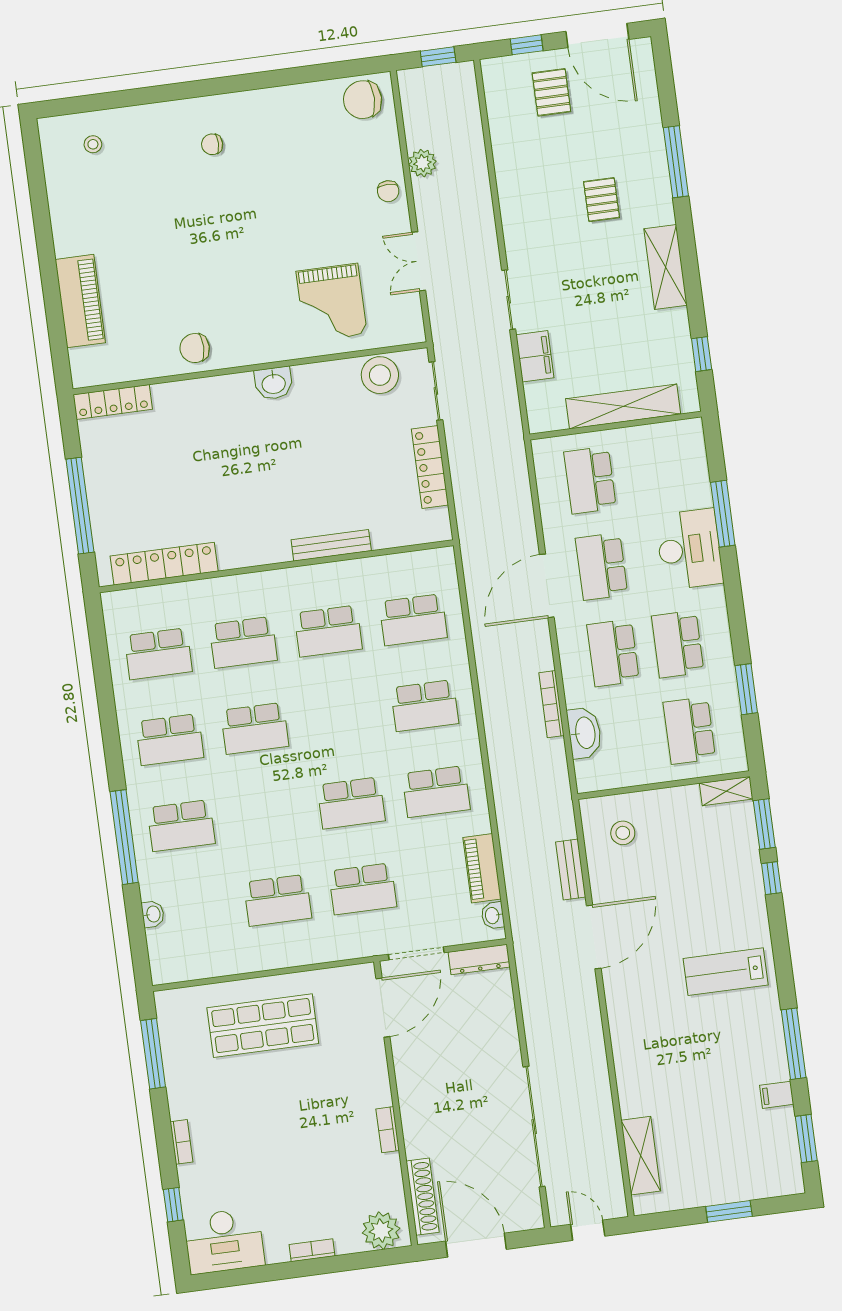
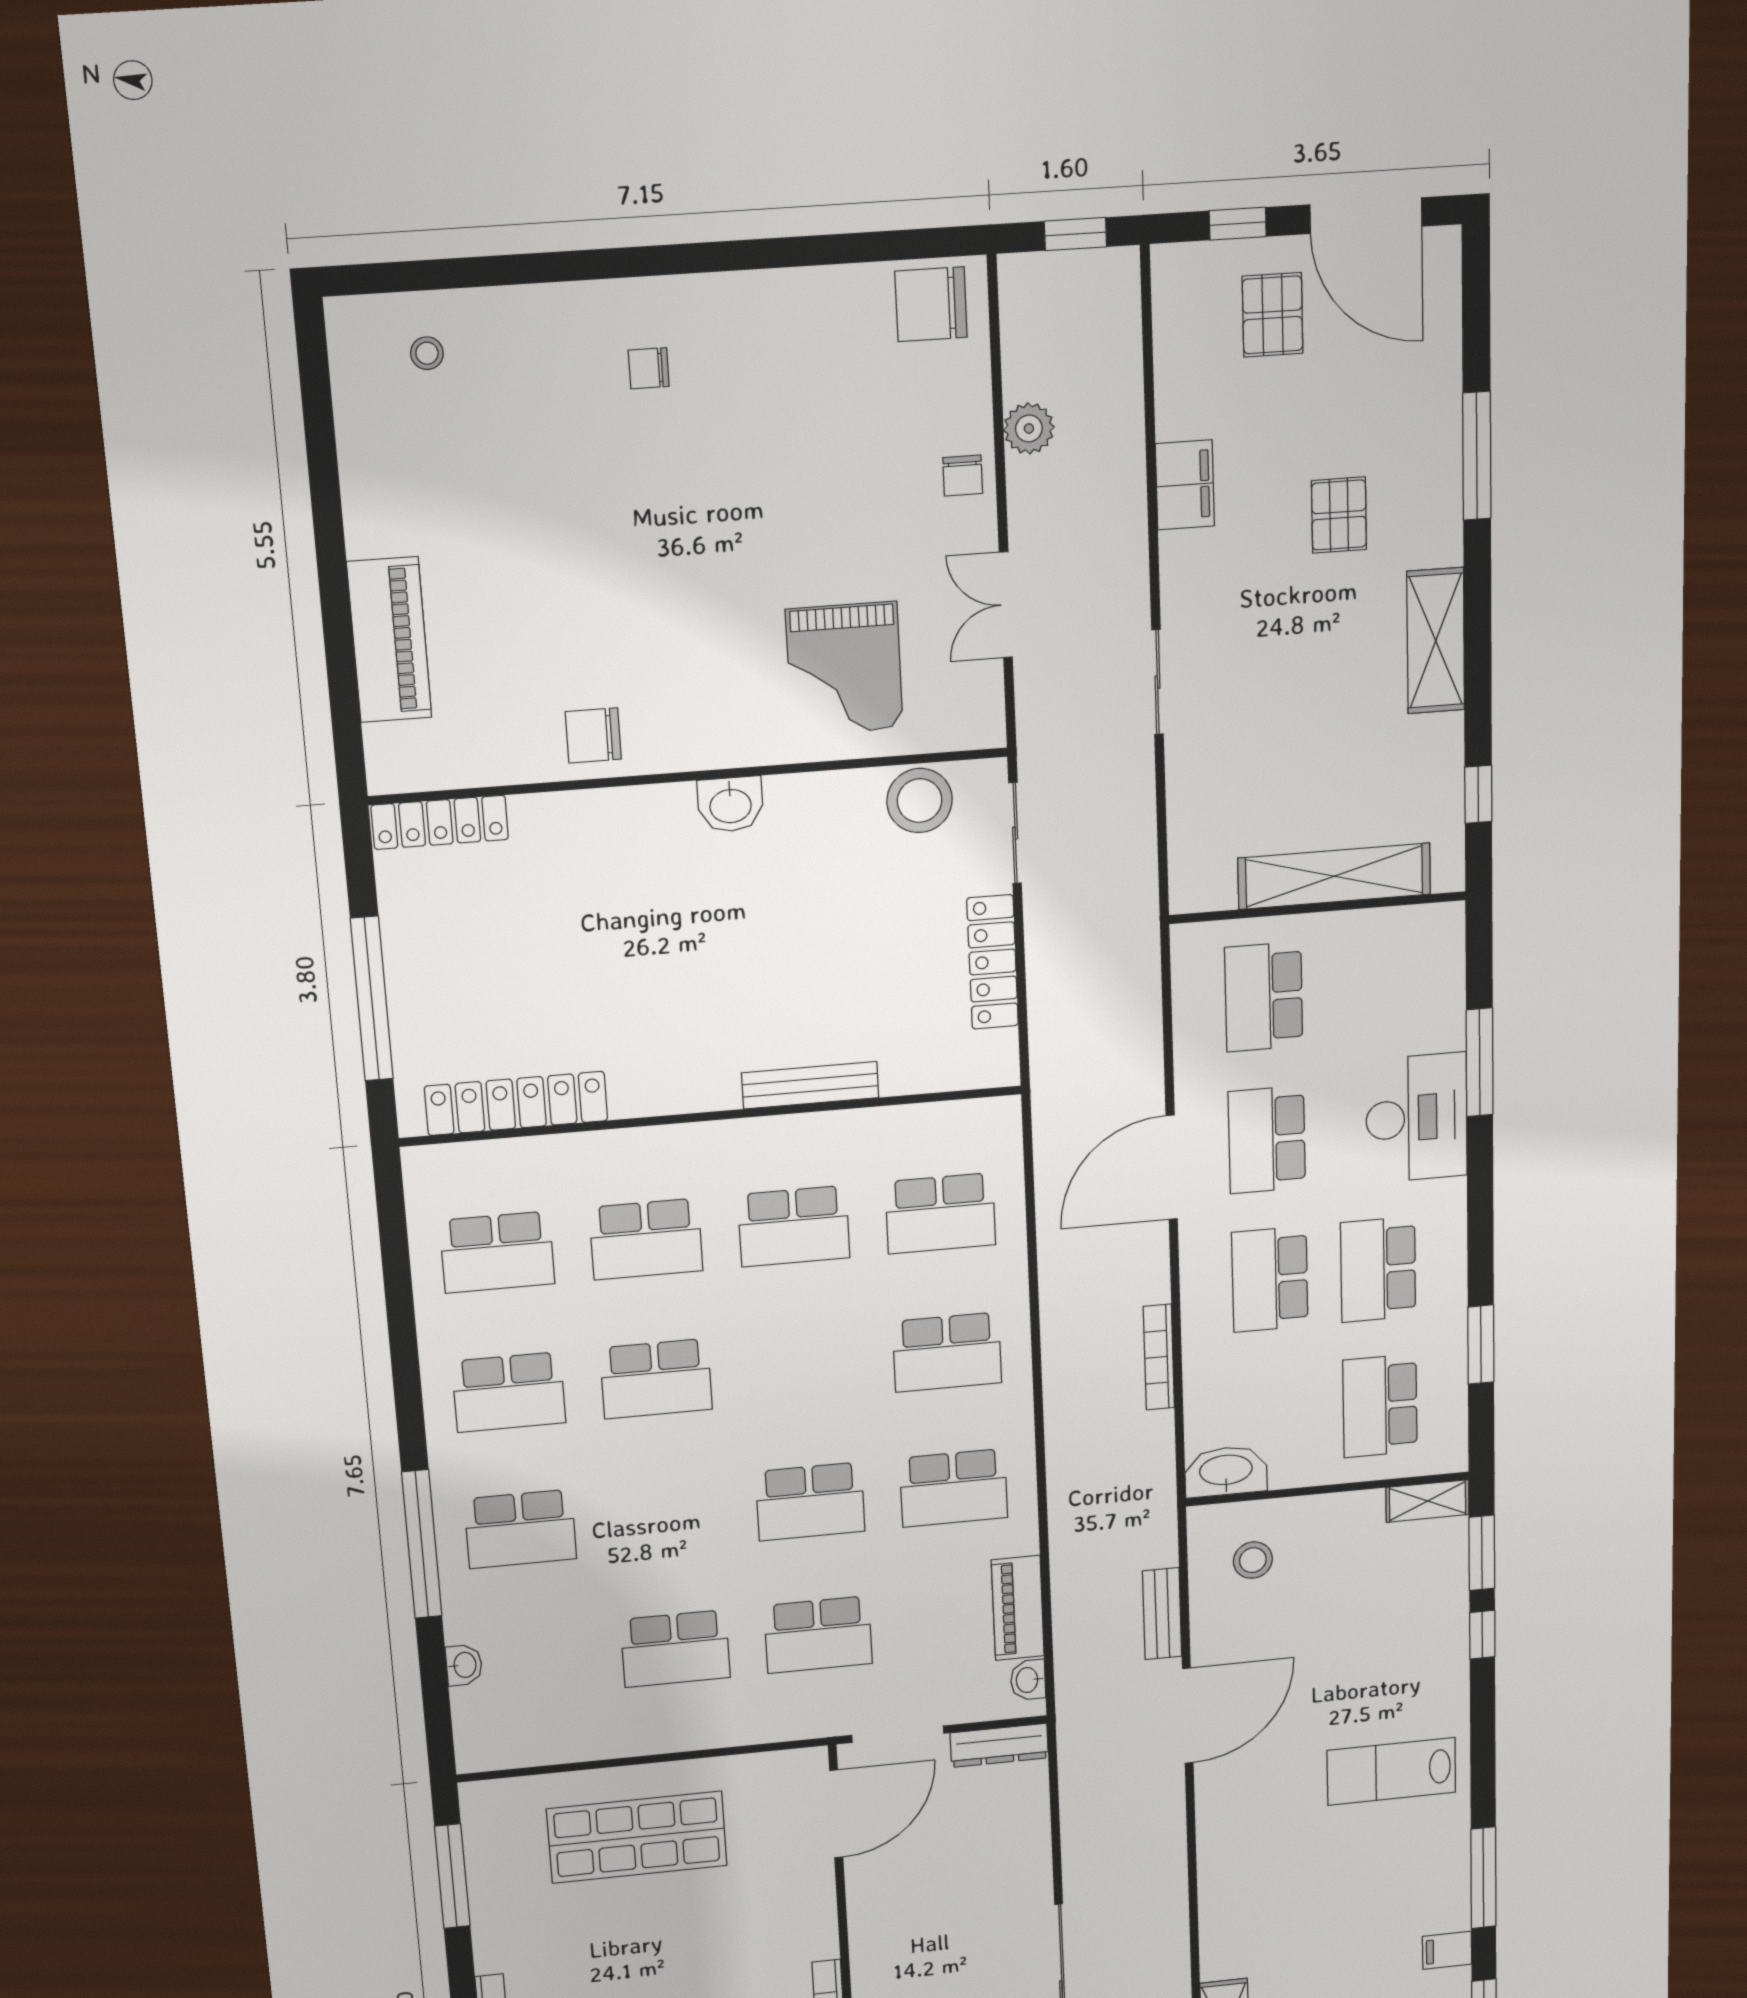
filing cabinet: (535, 356) -> (1185, 485), moved
washbasin: (584, 733) -> (1226, 1471), moved, turned -90

